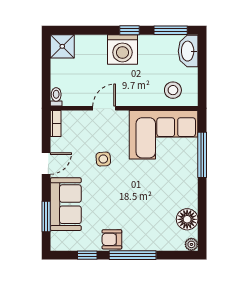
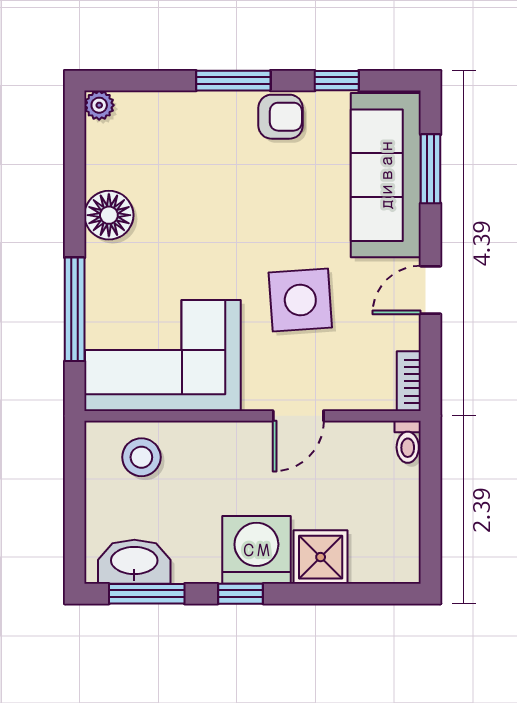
shower: (62, 46) -> (321, 557), moved
washbasin: (188, 51) -> (134, 562), moved, turned -90
side table: (103, 159) -> (300, 300), width x1.87, depth x1.87
sofa: (66, 204) -> (386, 175), width x1.36
floor lamp: (187, 219) -> (109, 215), moved
window: (133, 255) -> (233, 81), width x0.69

